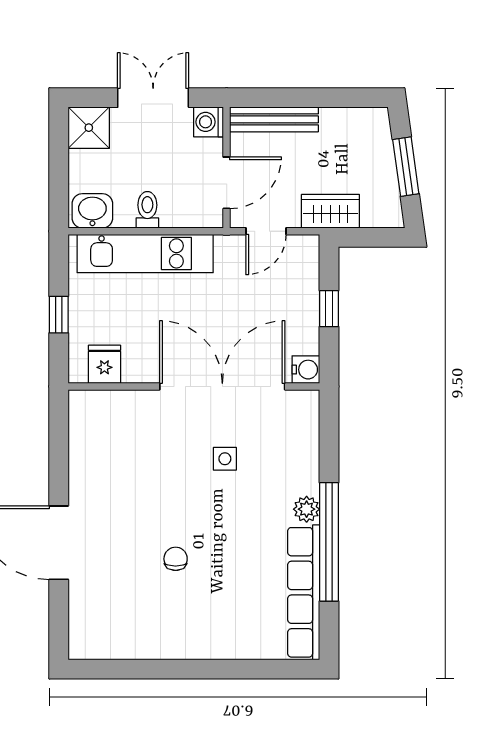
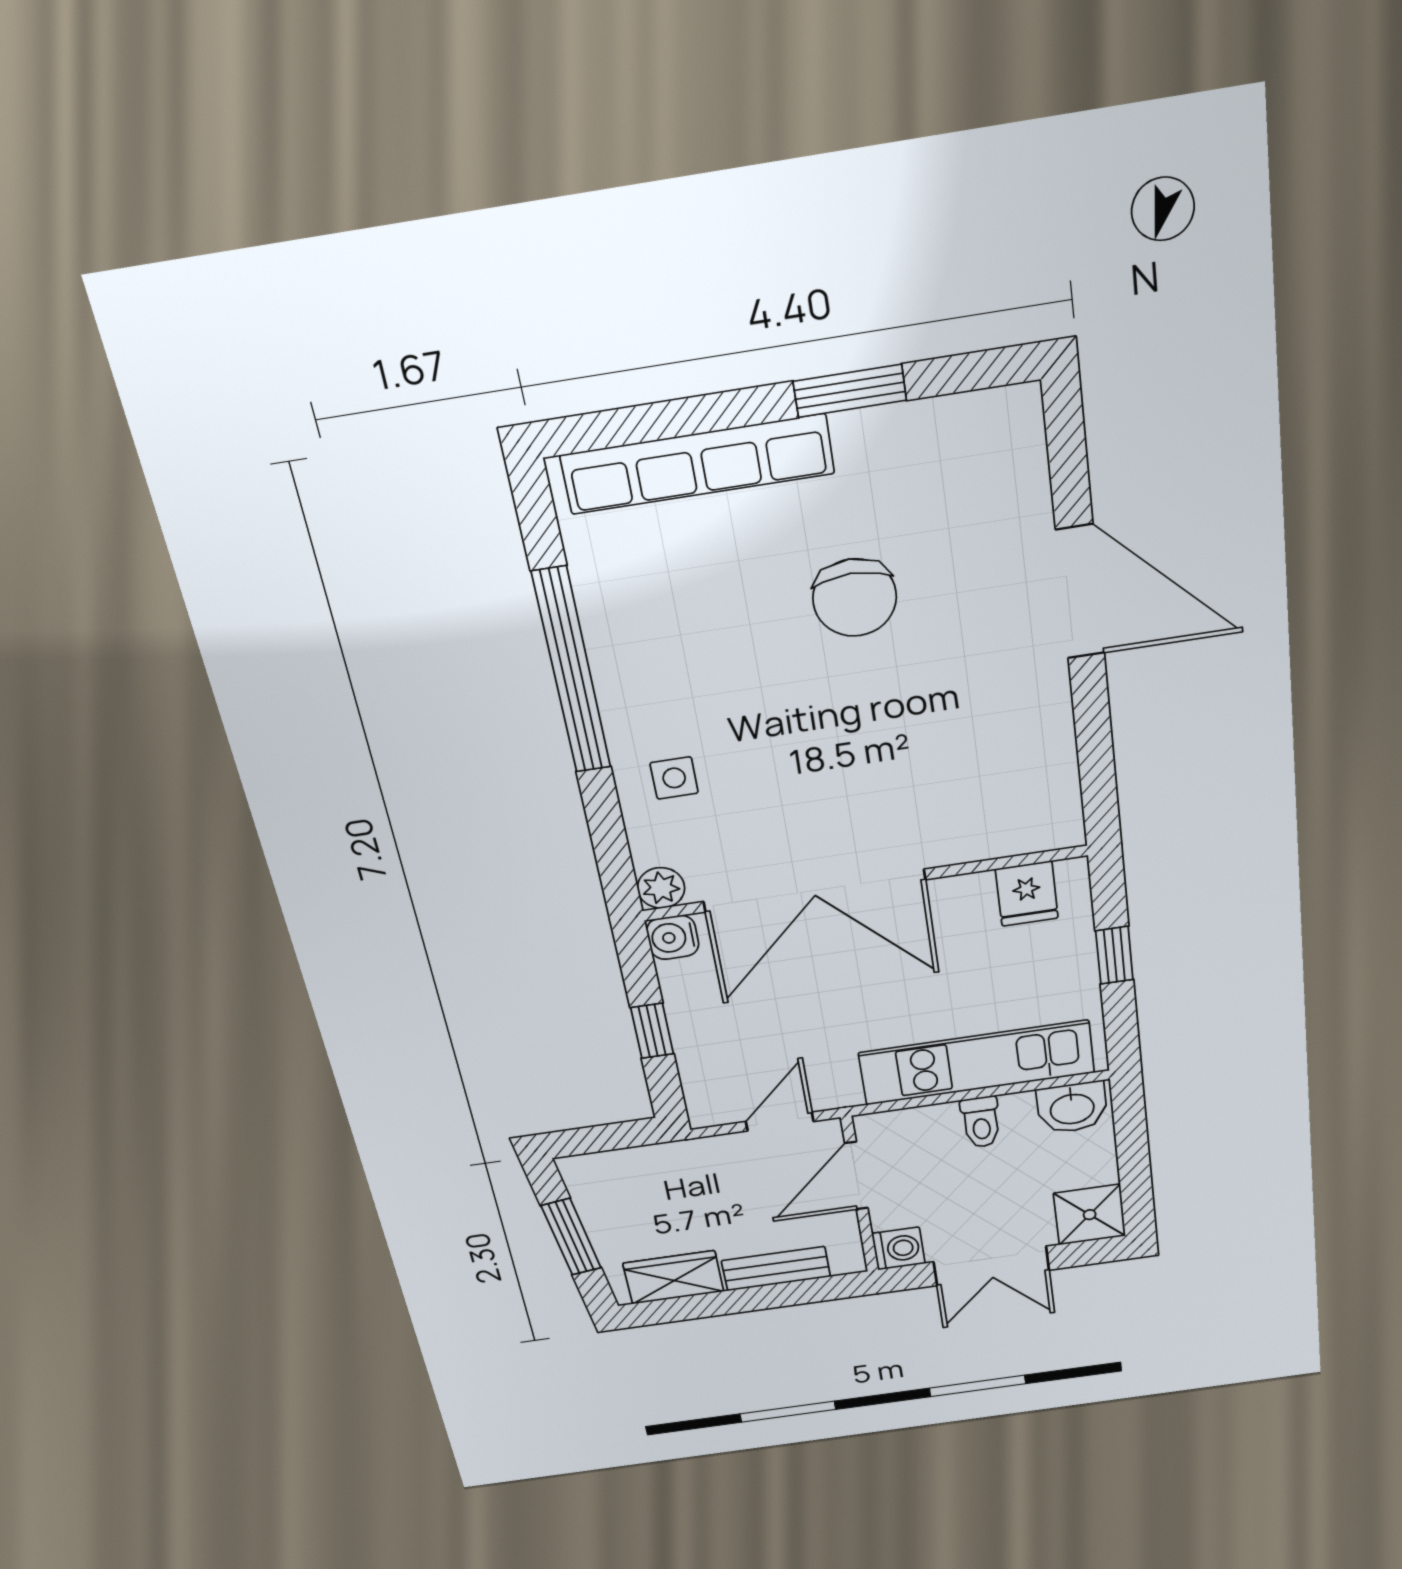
bench: (274, 119) -> (776, 1269), width x0.73
wardrobe: (330, 211) -> (673, 1277), moved, turned 180
side table: (225, 459) -> (674, 778), moved
plant: (307, 509) -> (661, 888), moved
chair: (176, 559) -> (855, 598), width x1.87, depth x1.87
row of seats: (304, 592) -> (698, 464), moved, turned 90
window: (163, 669) -> (850, 391), added

